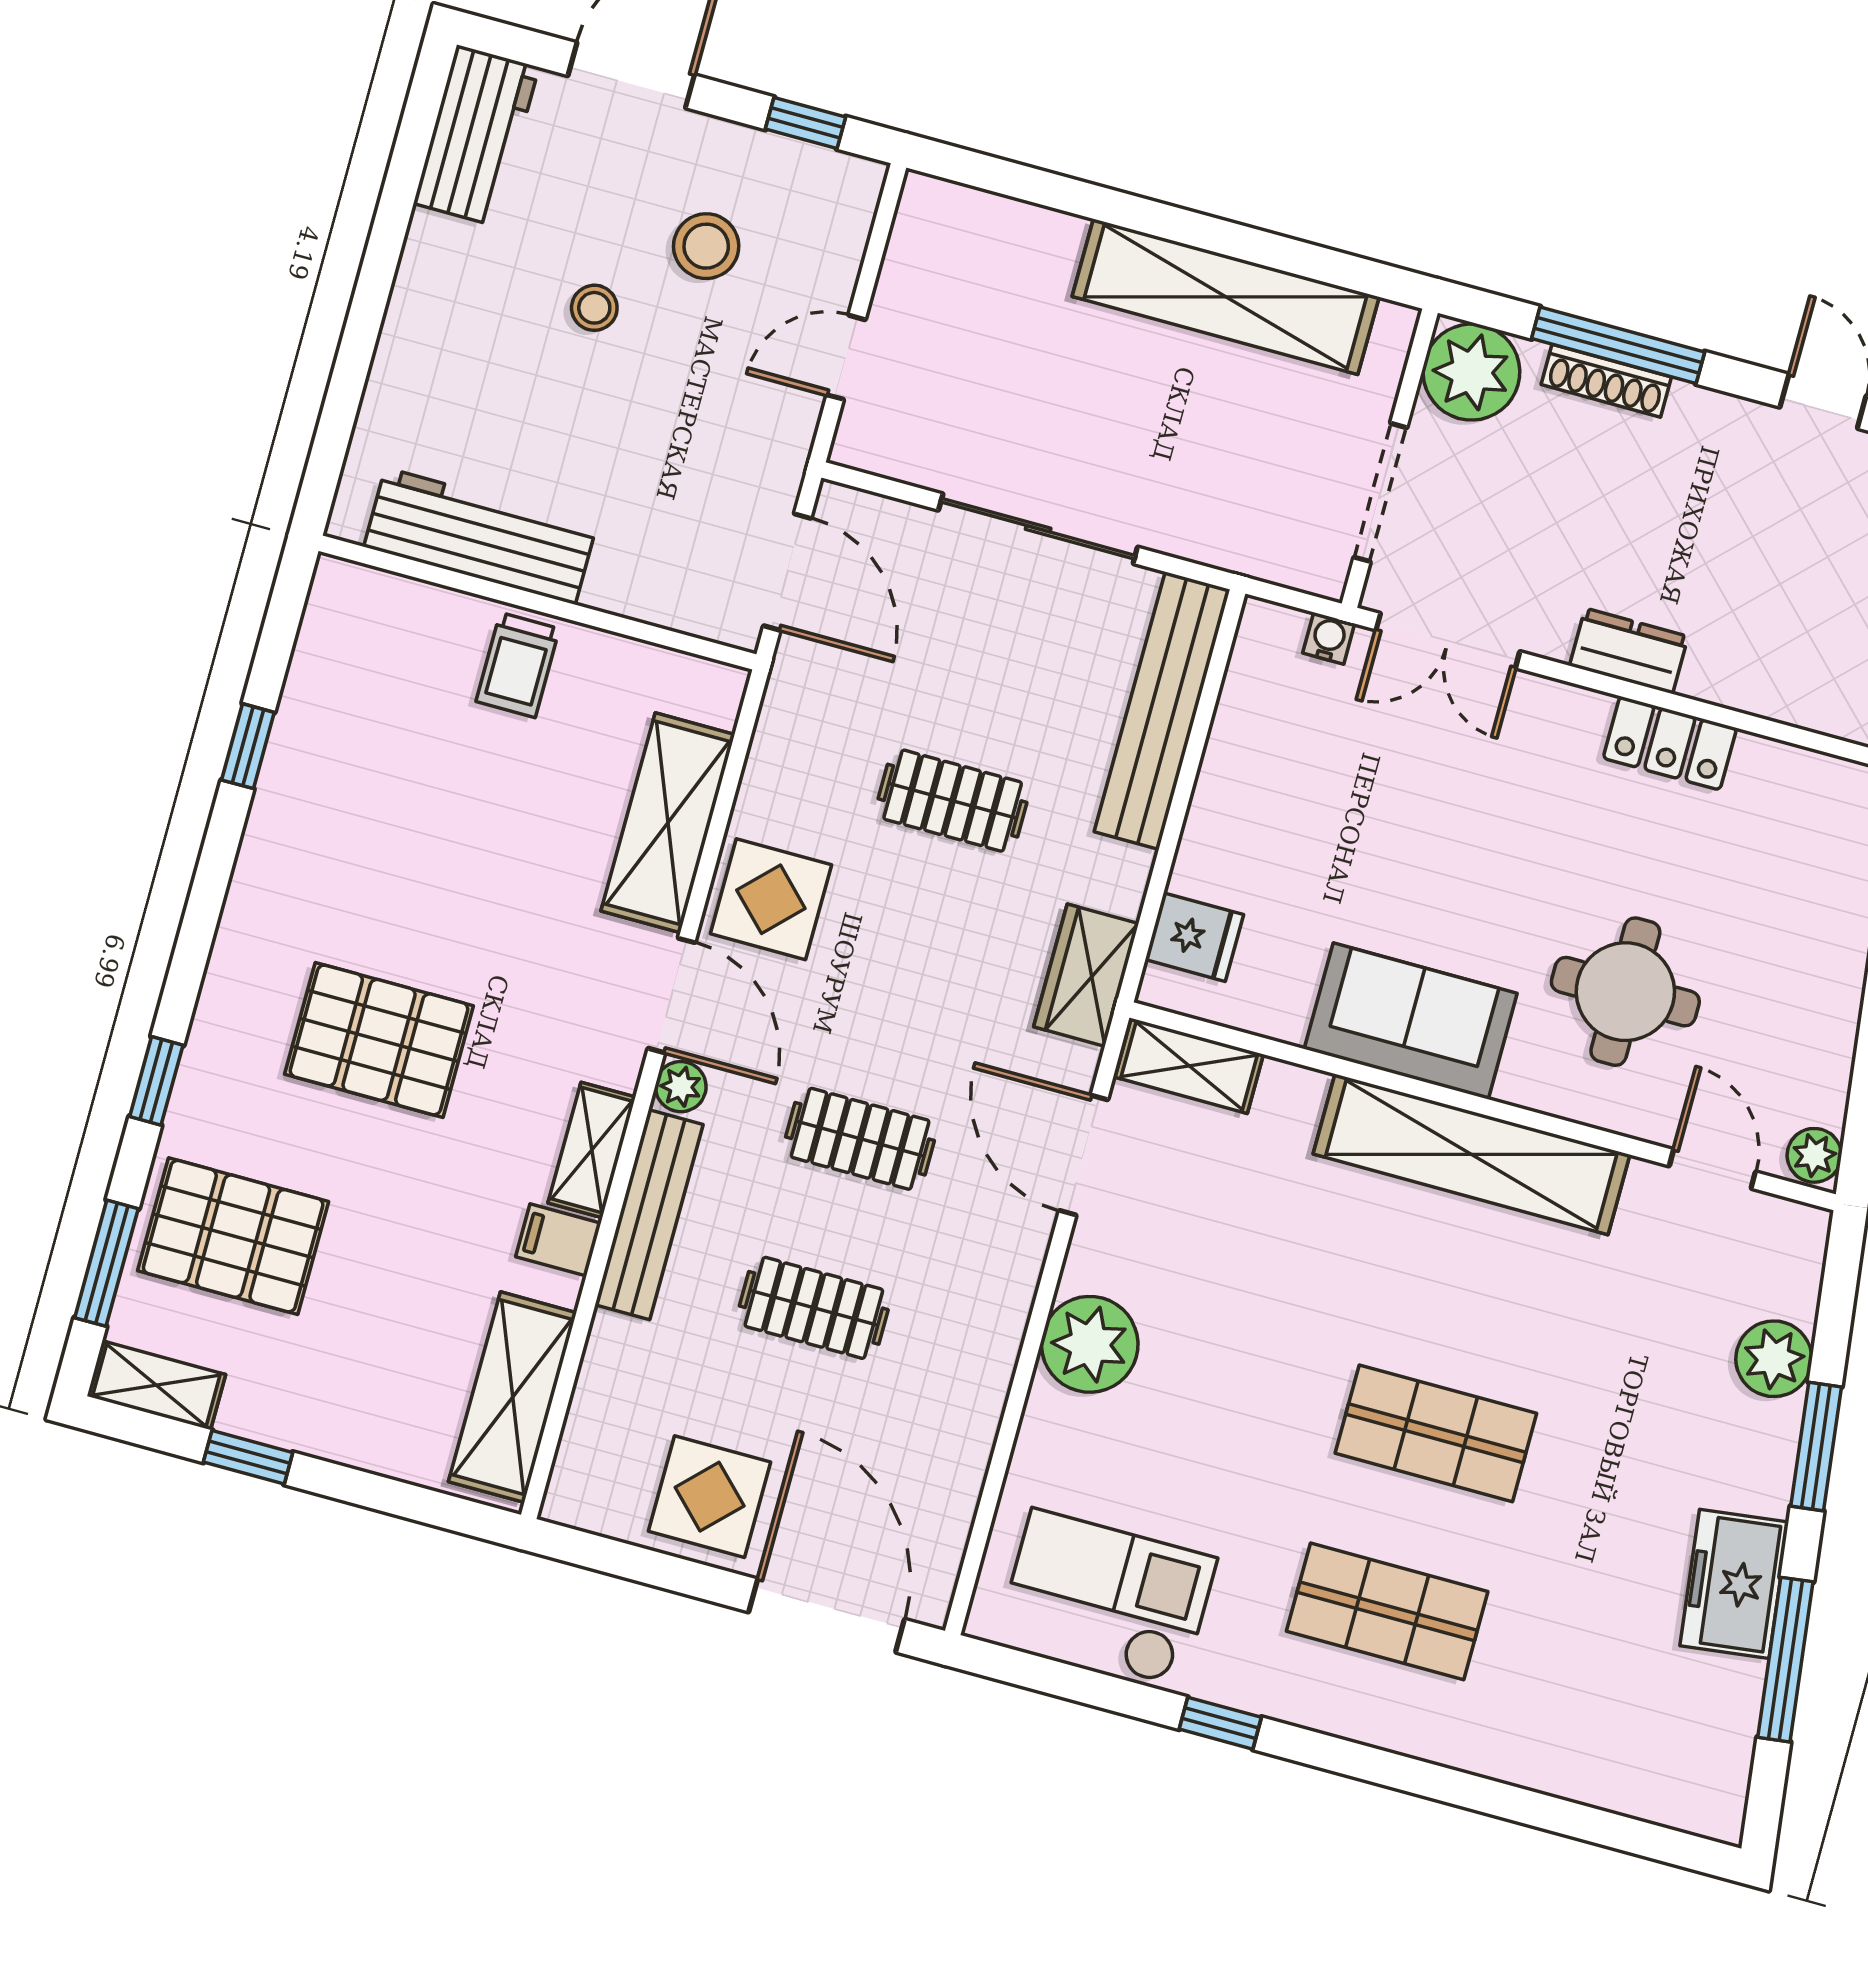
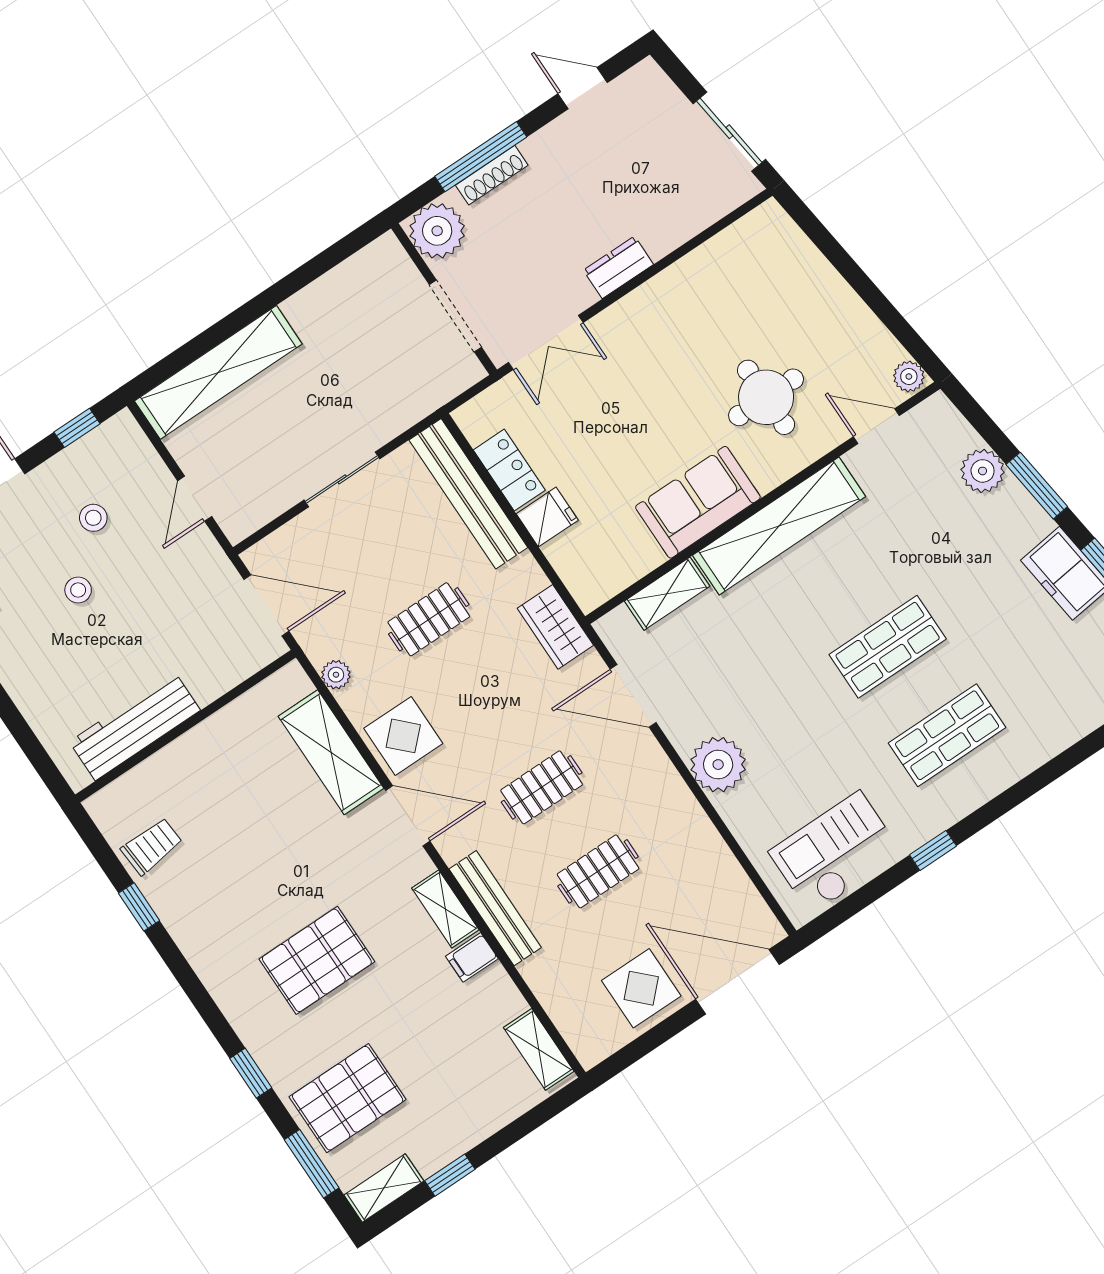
stool: (706, 246) -> (93, 518), width x0.73, depth x0.73
shelving: (1226, 297) -> (218, 372), moved
sliding door: (1038, 529) -> (342, 479), width x0.73
water cooler: (1329, 638) -> (500, 394), removed
trolley: (518, 665) -> (152, 846), moved, turned -94
locker: (1670, 743) -> (509, 470), moved, turned -90
fridge: (1194, 937) -> (547, 517), moved
shelving: (1189, 1066) -> (667, 594), moved
plant: (681, 1087) -> (336, 675), moved
shelving: (513, 1397) -> (539, 1049), width x0.67, depth x0.75

